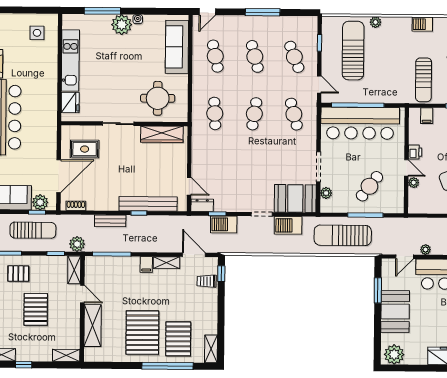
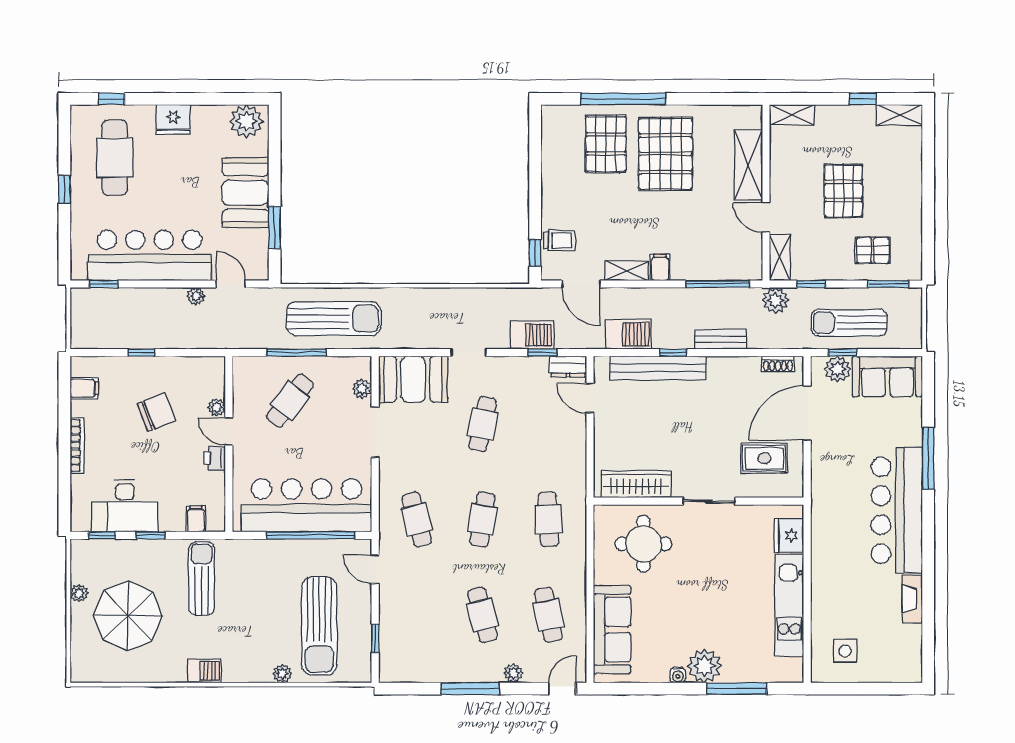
plant: (237, 21) -> (513, 673), added
cafe table: (294, 57) -> (483, 424), moved, turned 33
barbecue: (288, 225) -> (629, 334), moved
door: (405, 257) -> (231, 284), hinge flipped
shelving: (211, 349) -> (551, 128), removed

